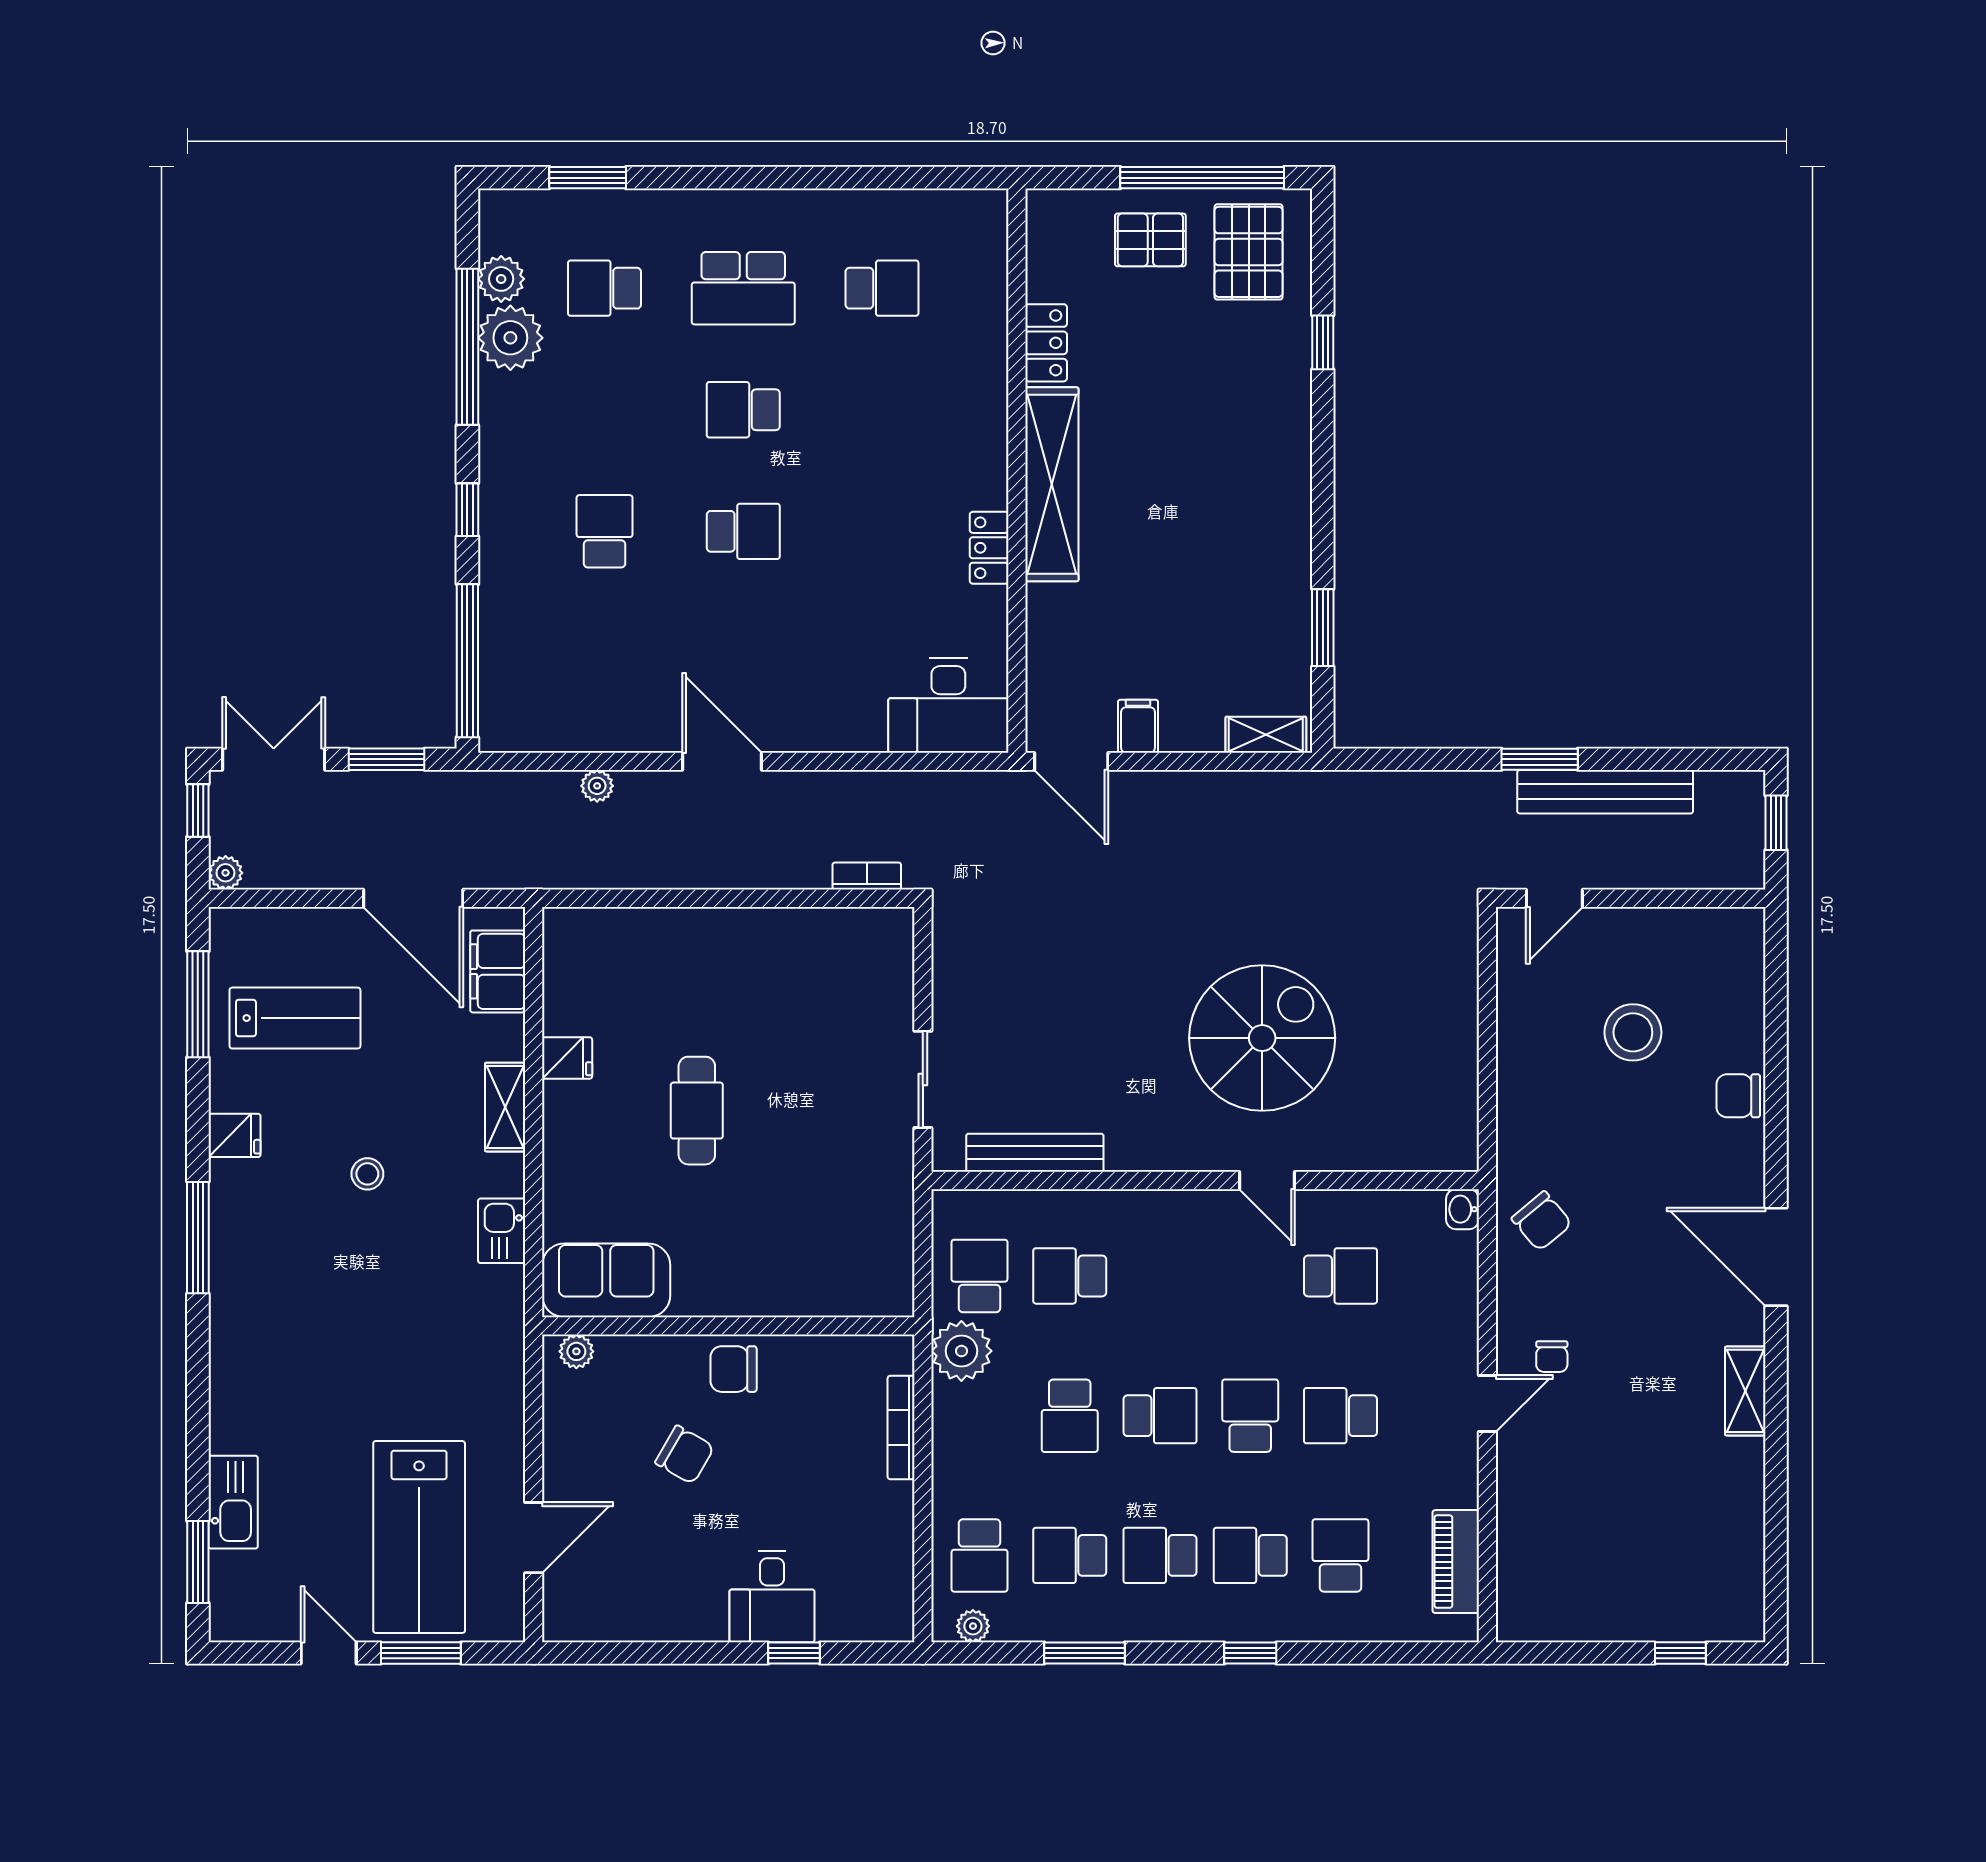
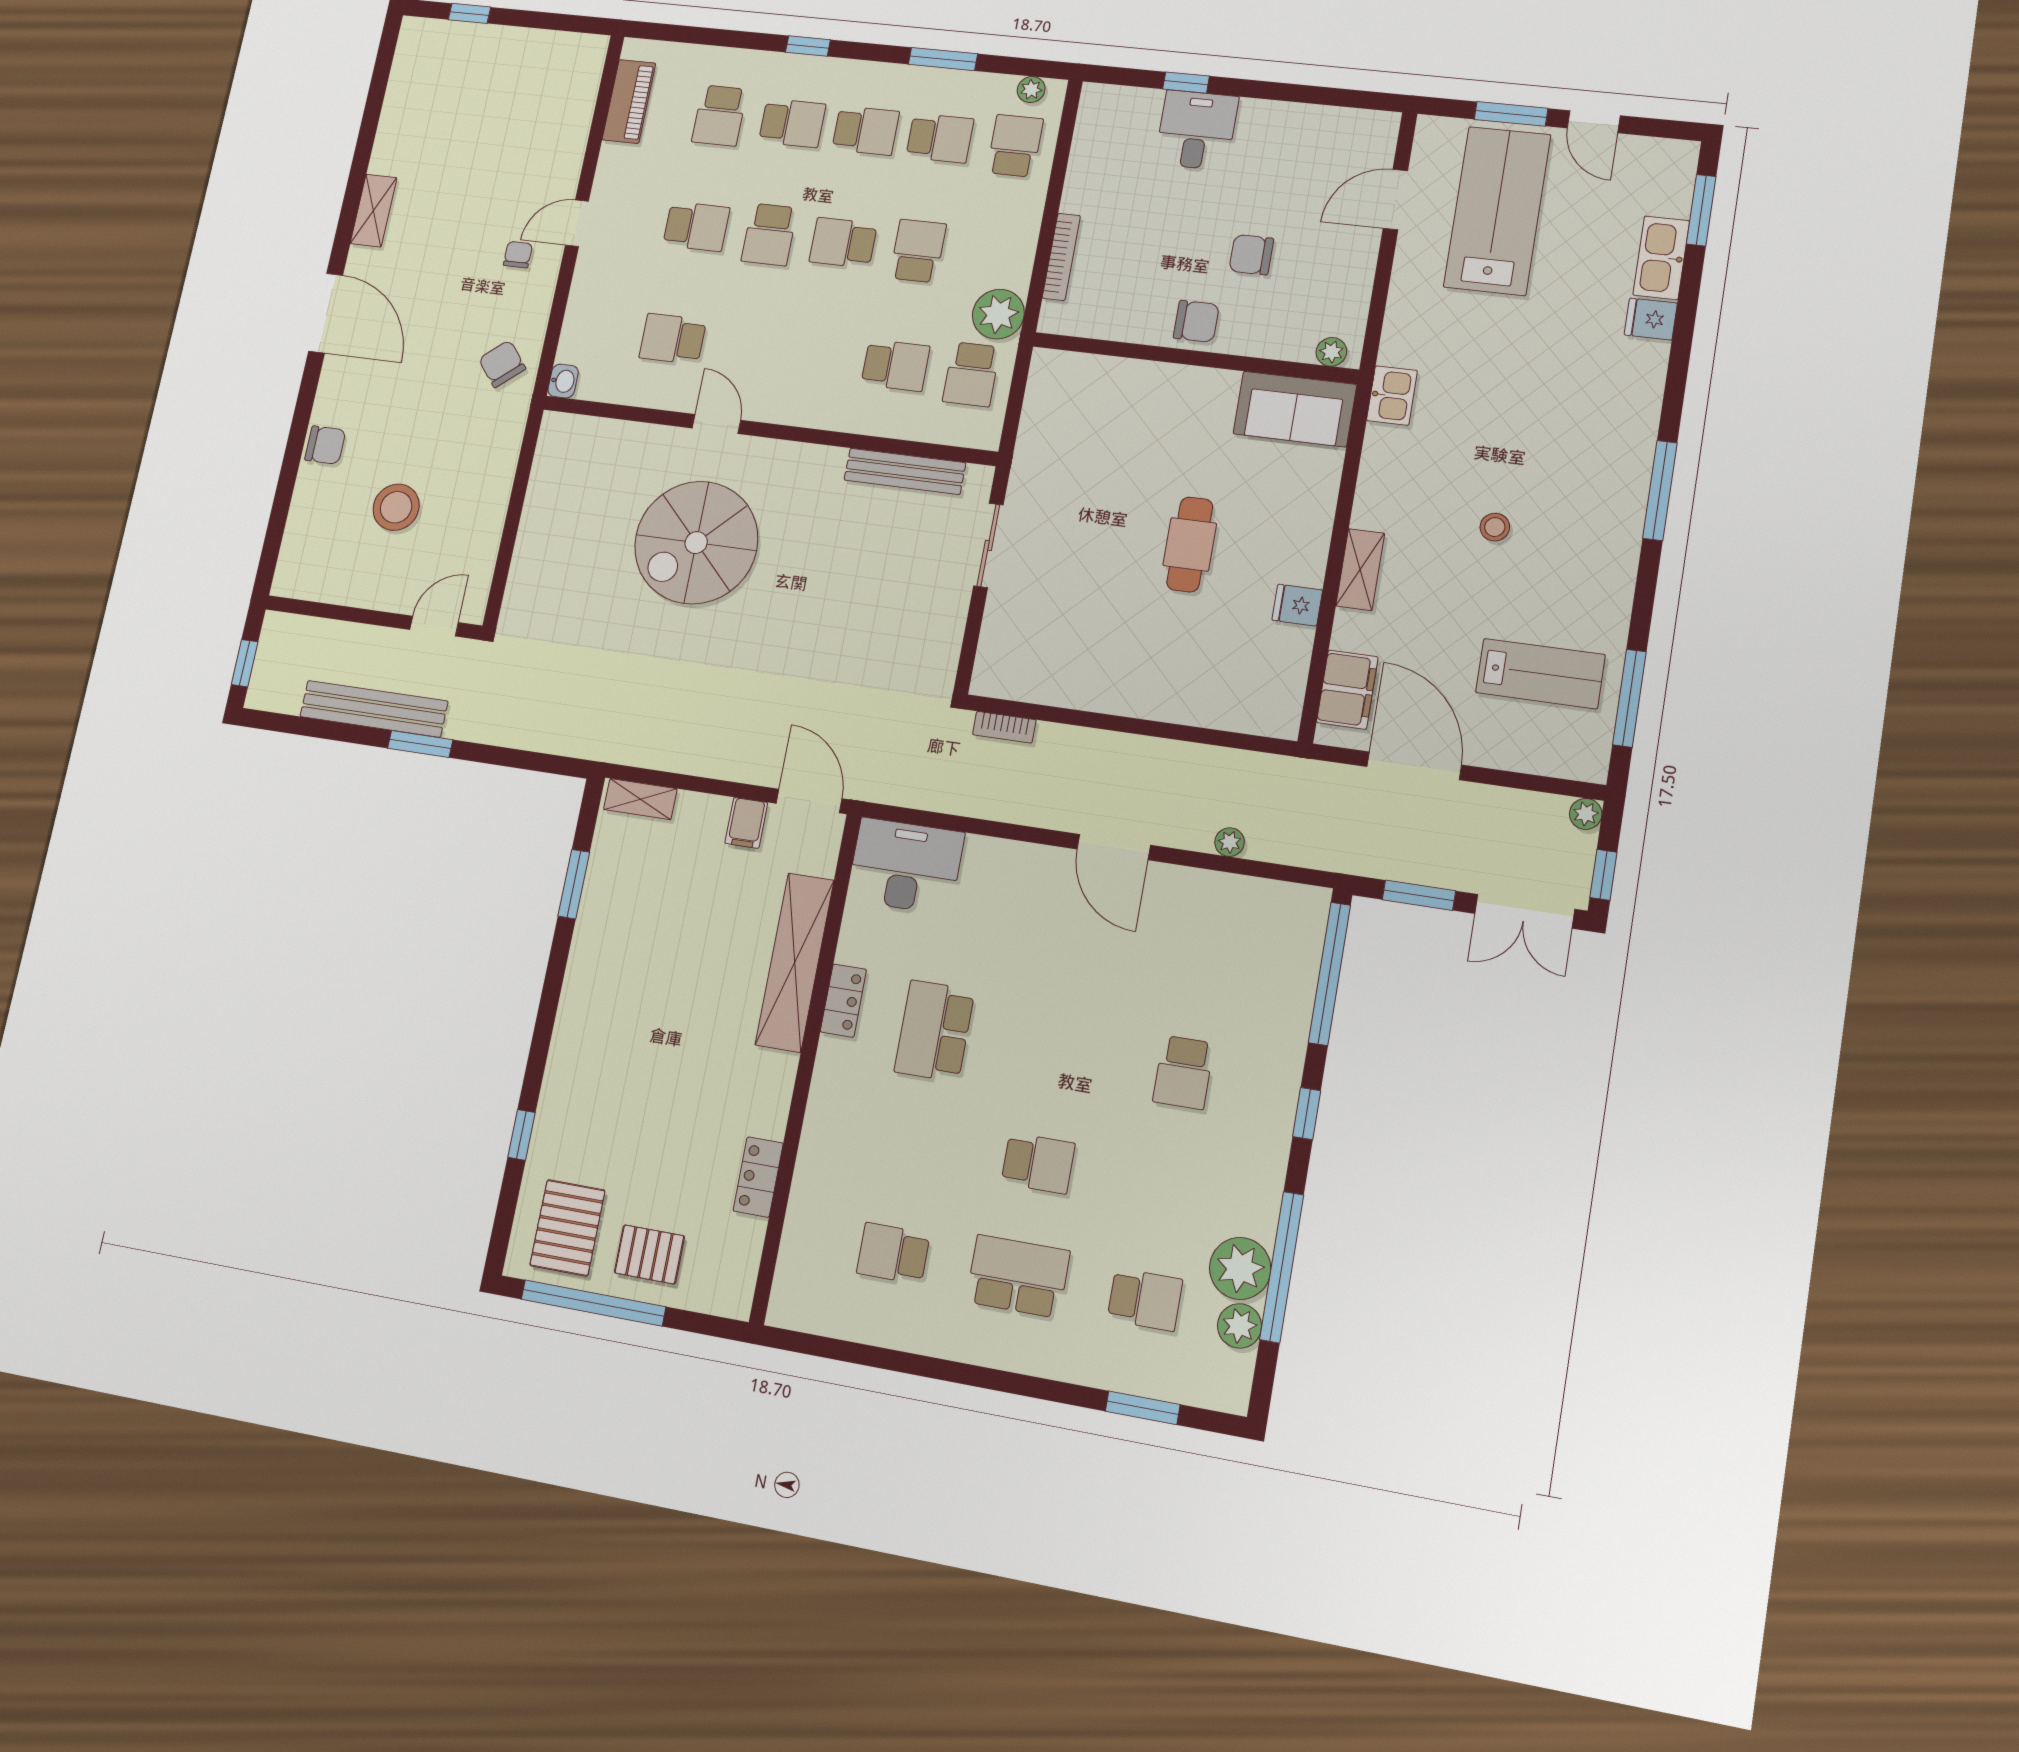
shelving: (1052, 484) -> (795, 962), moved
school desk: (743, 531) -> (934, 1031), moved, width x1.85
lab bench: (295, 1018) -> (1540, 674), turned 180
fridge: (235, 1135) -> (1651, 319), moved
kitchen sink: (502, 1231) -> (1392, 396), moved
chair: (685, 1455) -> (1251, 255), turned -30

